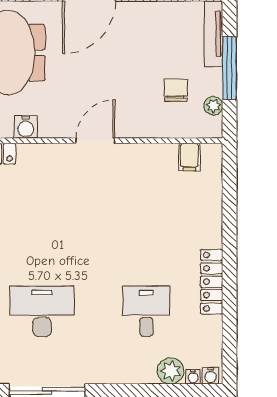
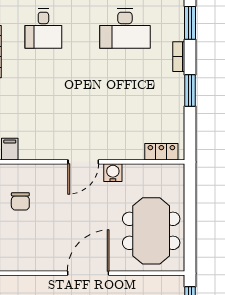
water cooler: (26, 127) -> (113, 173), moved

